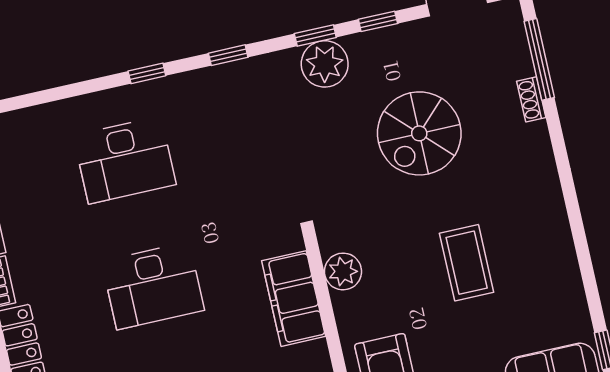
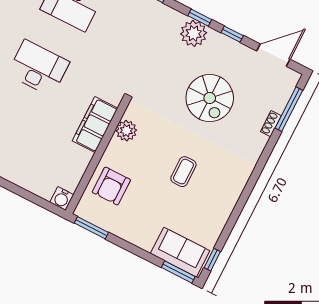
spiral stairs: (419, 133) -> (210, 98), turned -90
coffee table: (467, 263) -> (183, 172), width x0.73, depth x0.77
desk: (153, 286) -> (38, 68), turned 180

